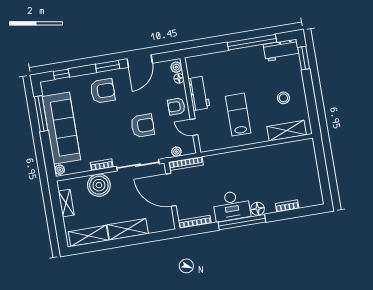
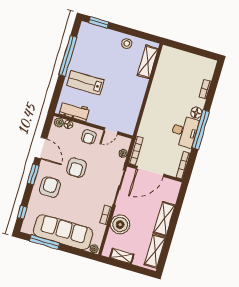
workbench: (281, 50) -> (85, 37), removed
workbench: (199, 93) -> (74, 111), moved
stool: (283, 98) -> (127, 44), moved
lab bench: (238, 115) -> (85, 83), moved
armchair: (143, 126) -> (76, 168), moved, turned 180

